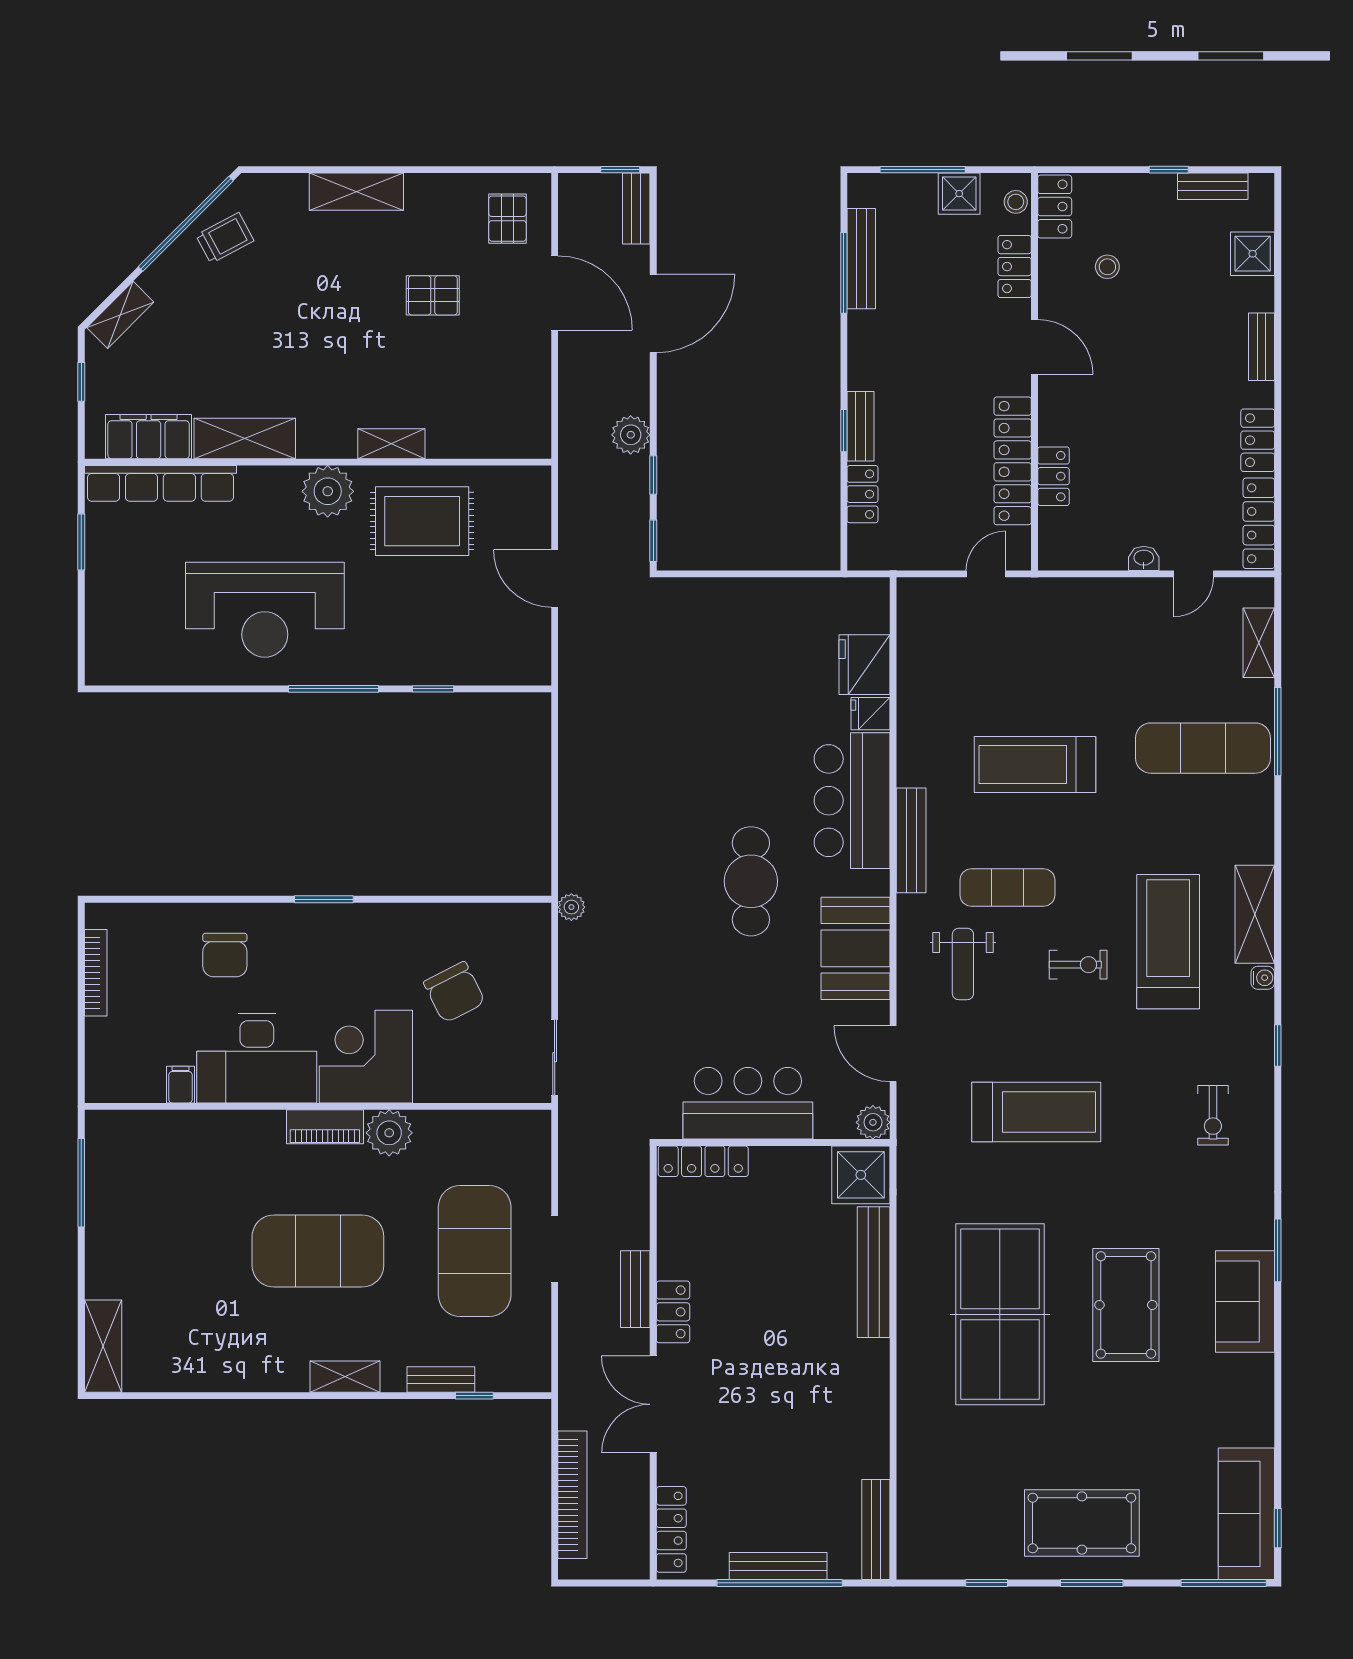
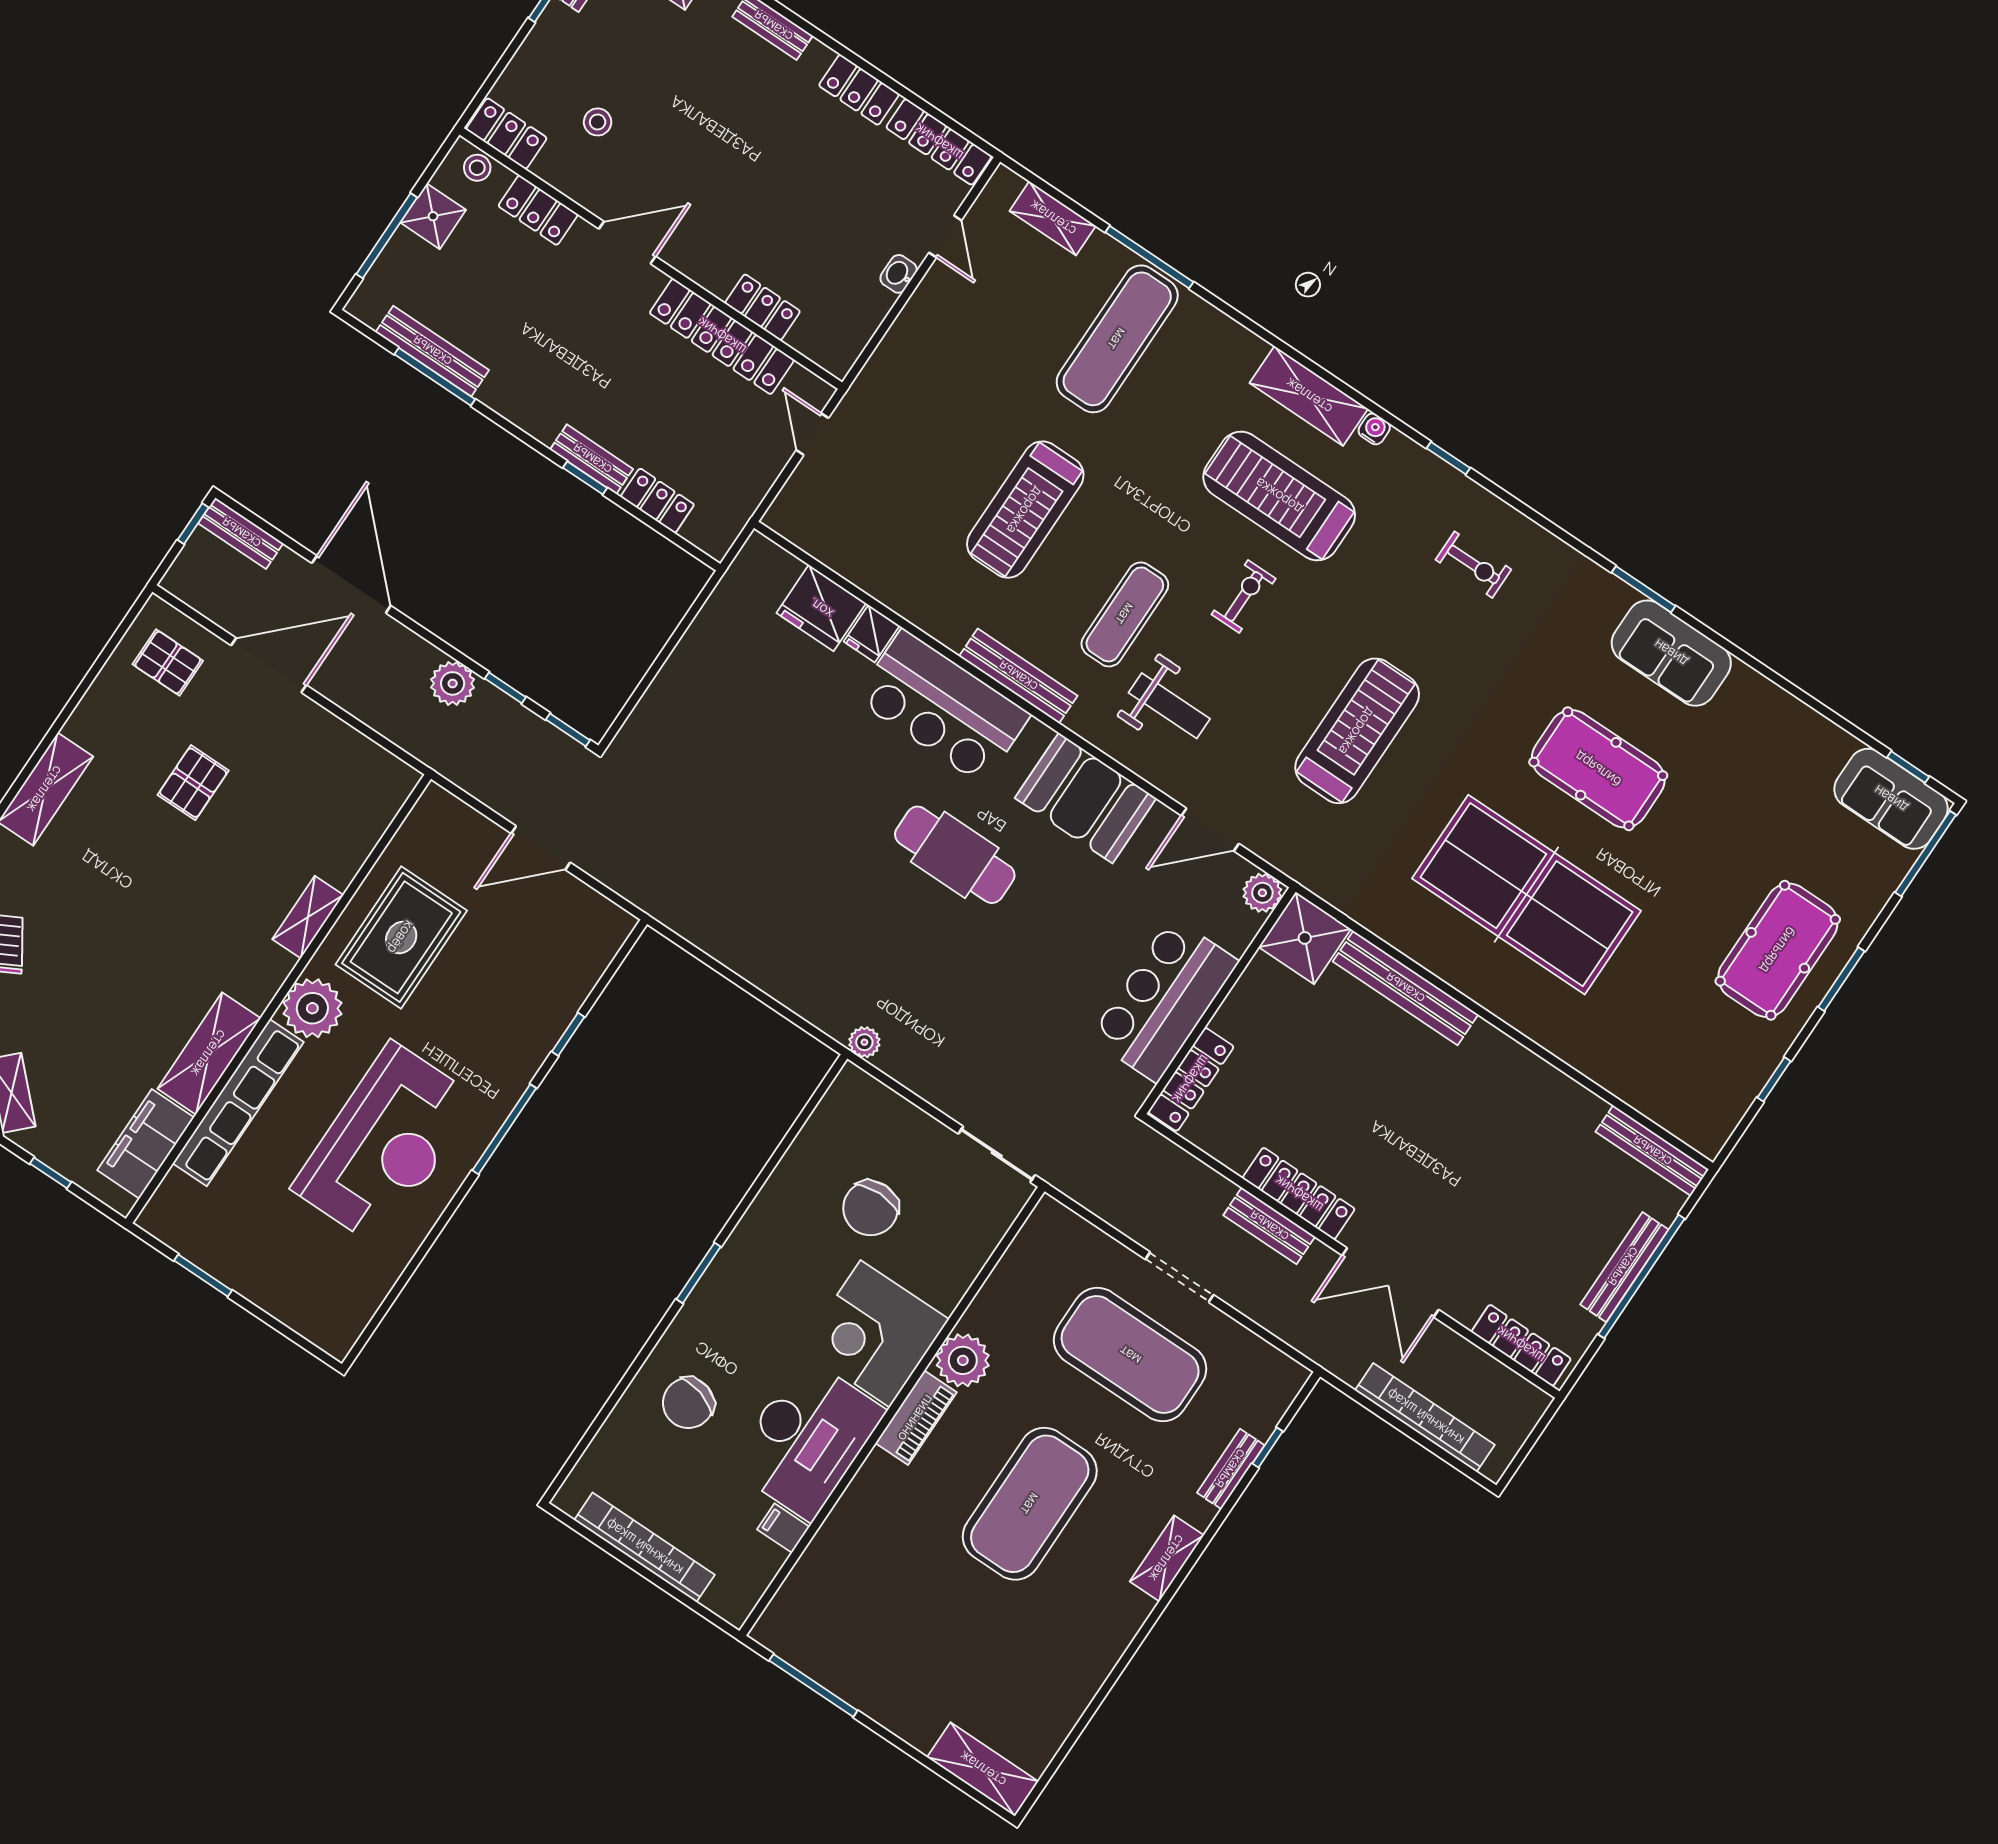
row of seats: (160, 483) -> (238, 1103), moved
chair: (225, 955) -> (688, 1403), turned 106
bookcase: (96, 973) -> (644, 1547), width x1.48, depth x1.31
chair: (454, 992) -> (871, 1208), turned 117
locker: (673, 1312) -> (1299, 1194), width x1.53
sofa: (1246, 1514) -> (1891, 799), width x0.73

